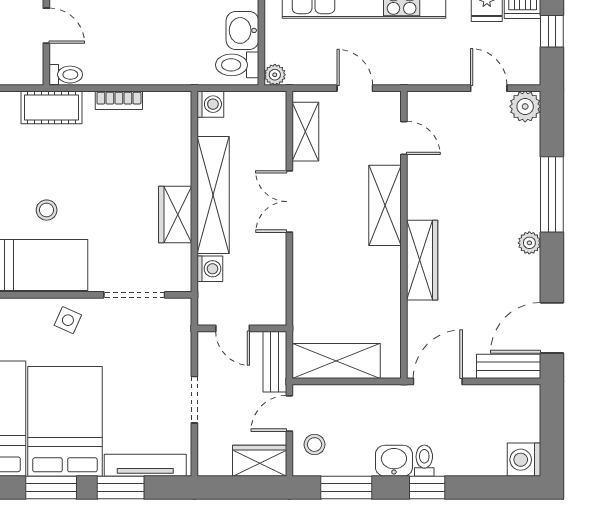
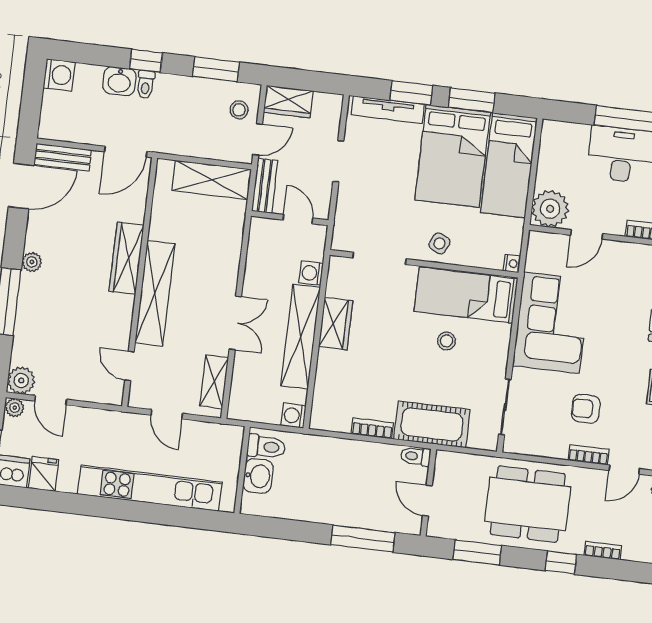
plant: (275, 75) -> (15, 408), moved
cot: (51, 107) -> (432, 424), width x1.37, depth x1.34
shelving: (385, 205) -> (155, 293), width x1.47
washbasin: (394, 461) -> (119, 81), moved

